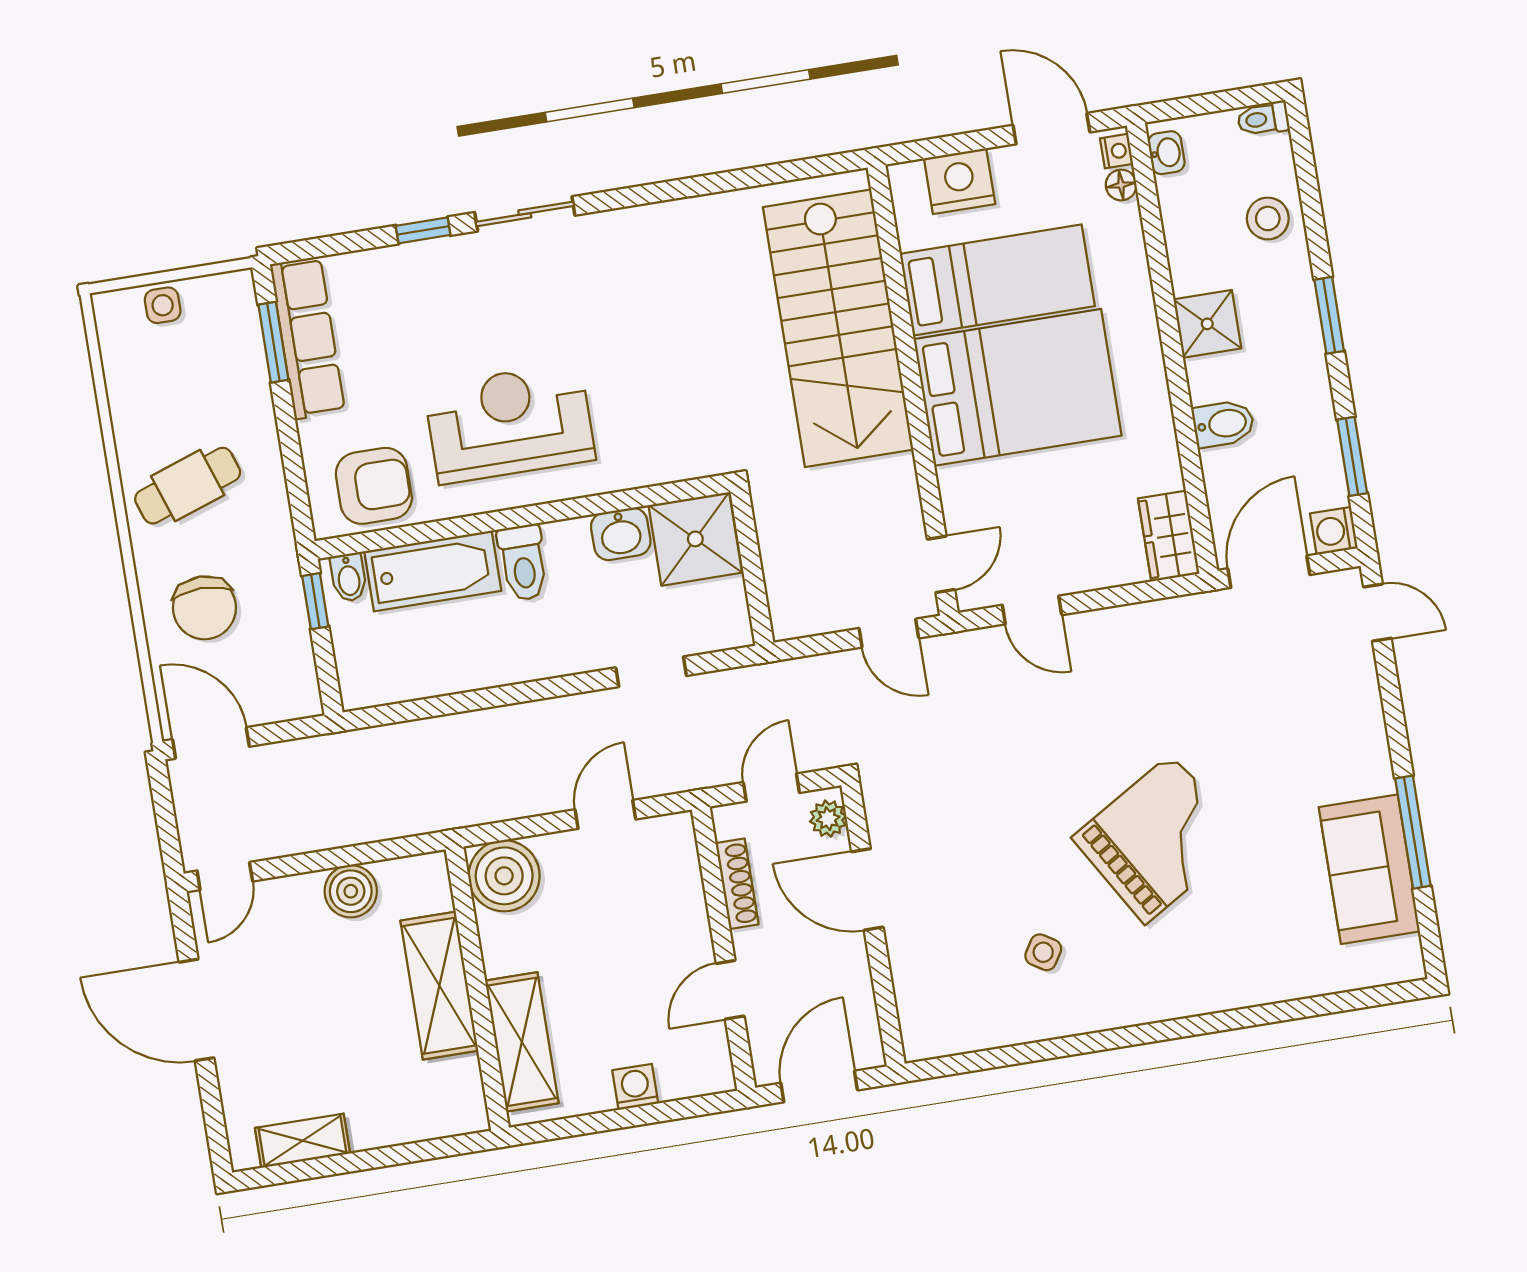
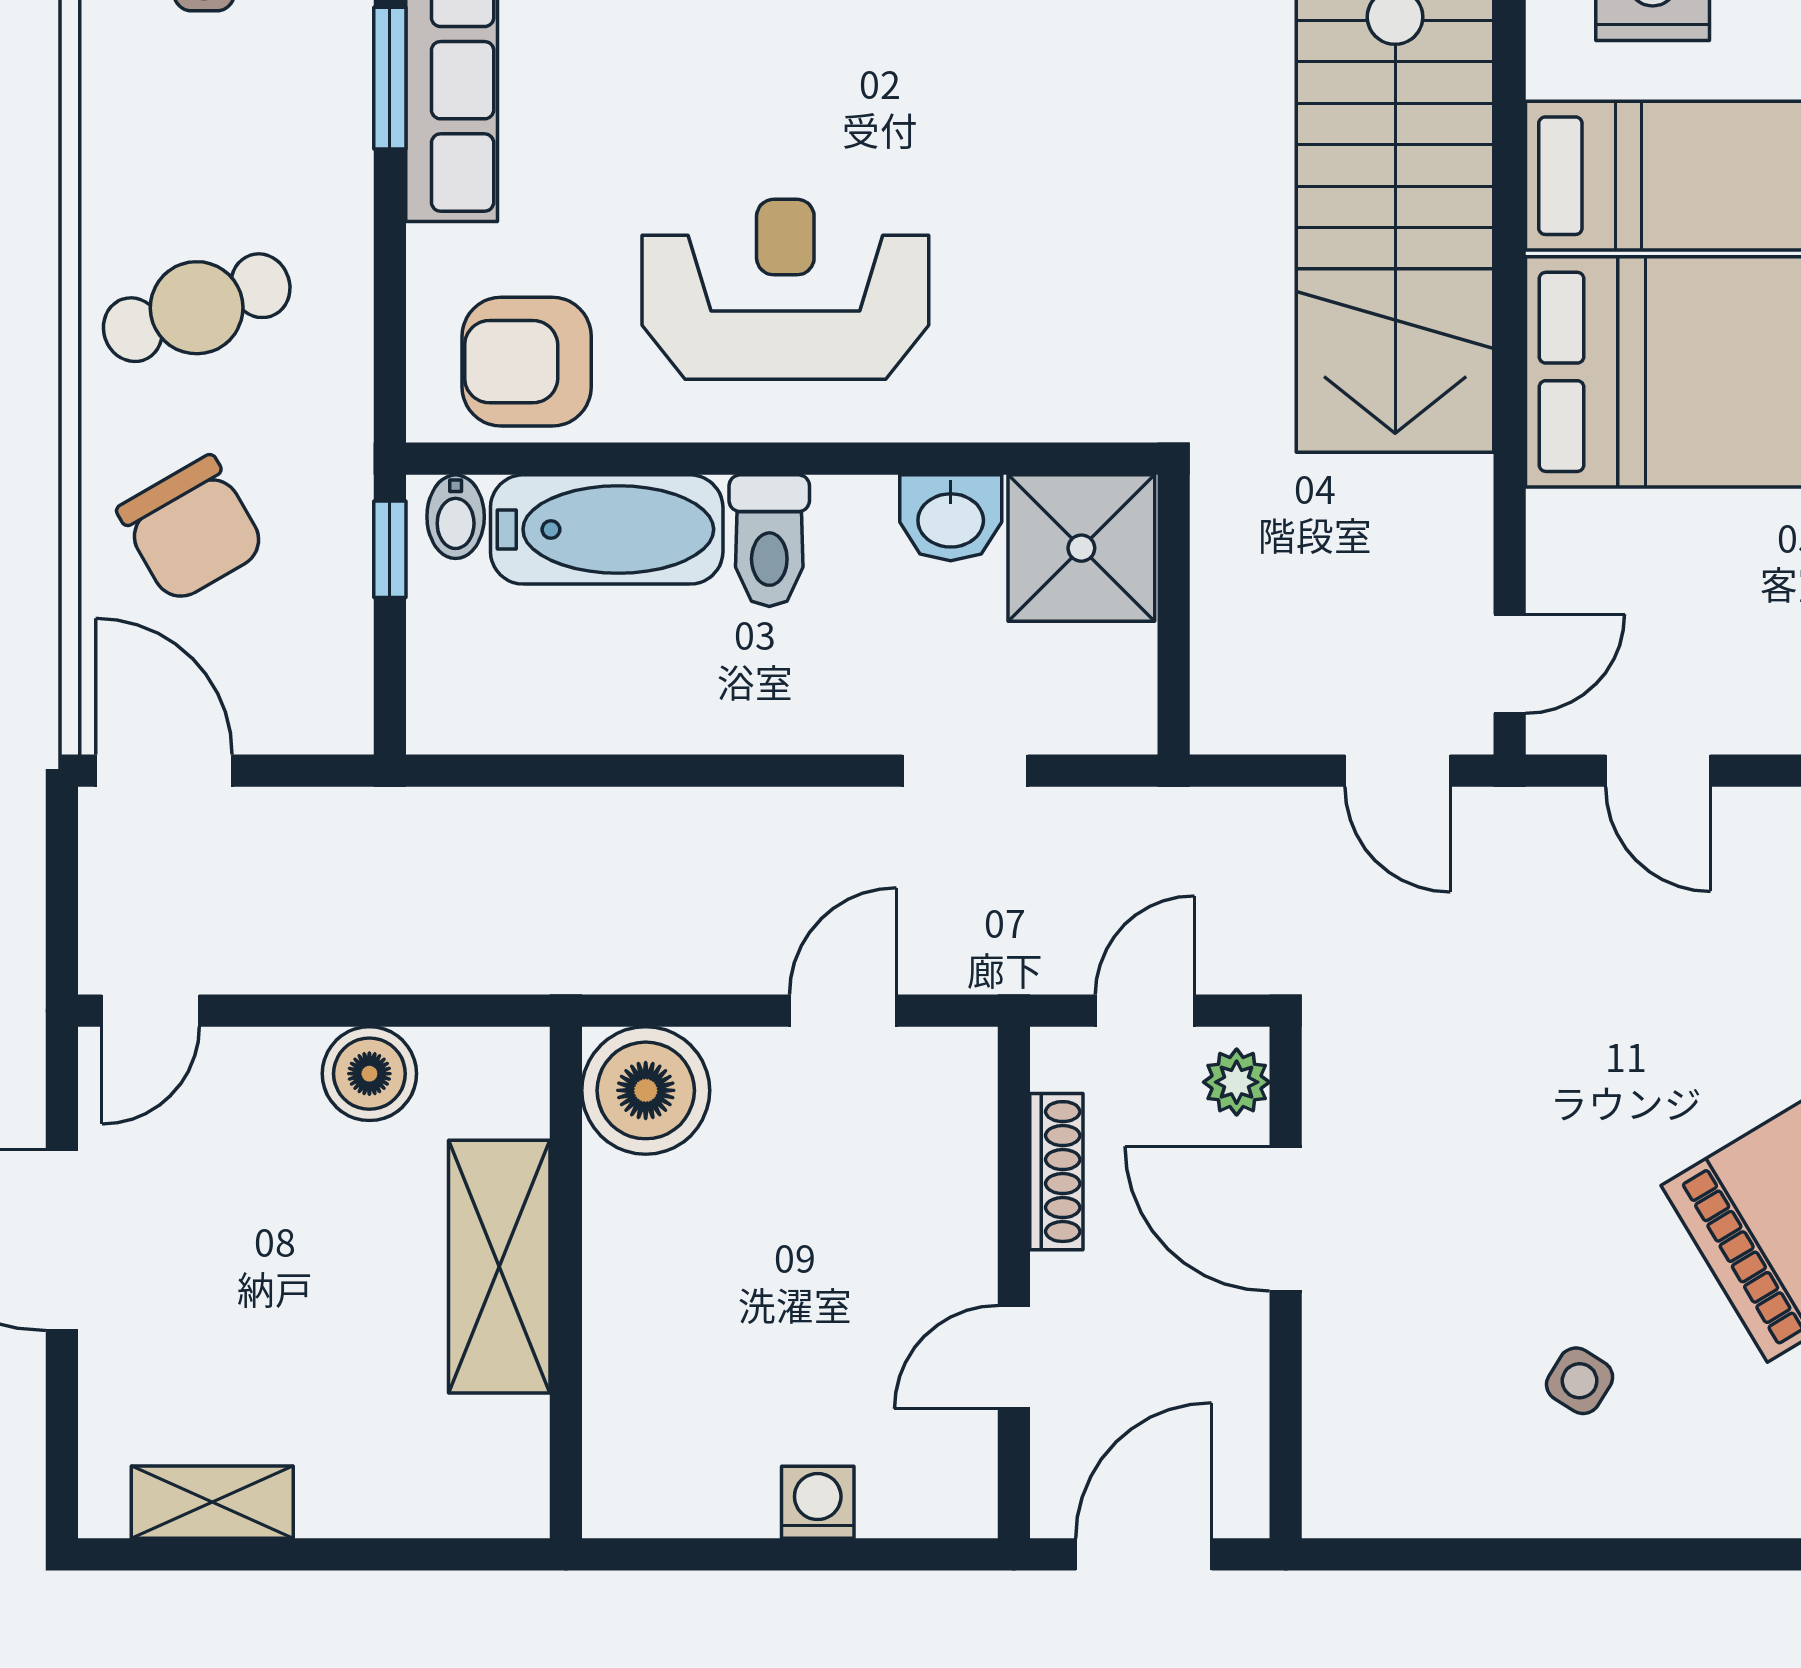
armchair: (374, 486) -> (527, 362), turned 180
chair: (204, 608) -> (191, 529), turned -30
shelving: (522, 1042) -> (630, 1390), removed

